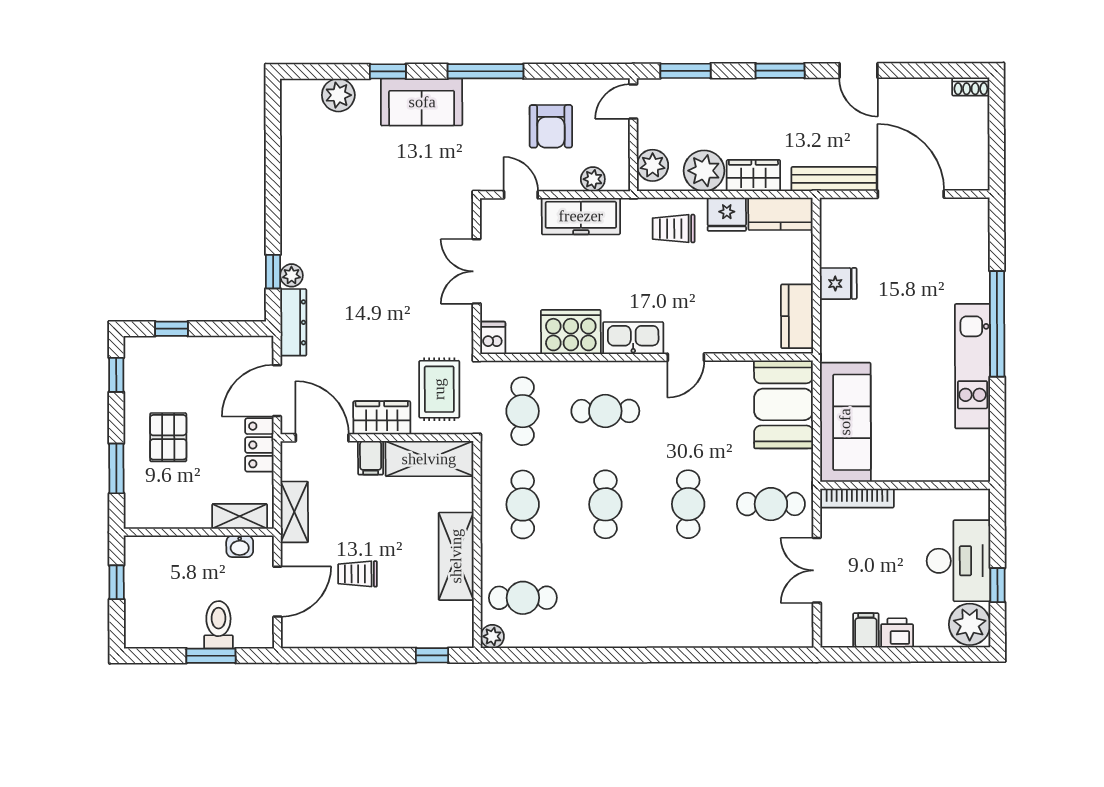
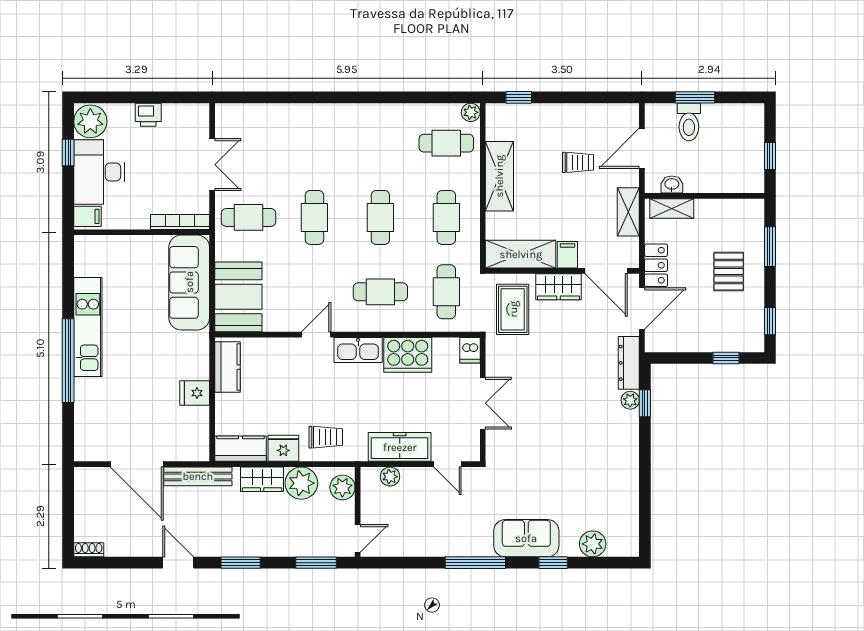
armchair: (551, 126) -> (423, 519), removed
filing cabinet: (866, 630) -> (87, 216), moved, turned -90

